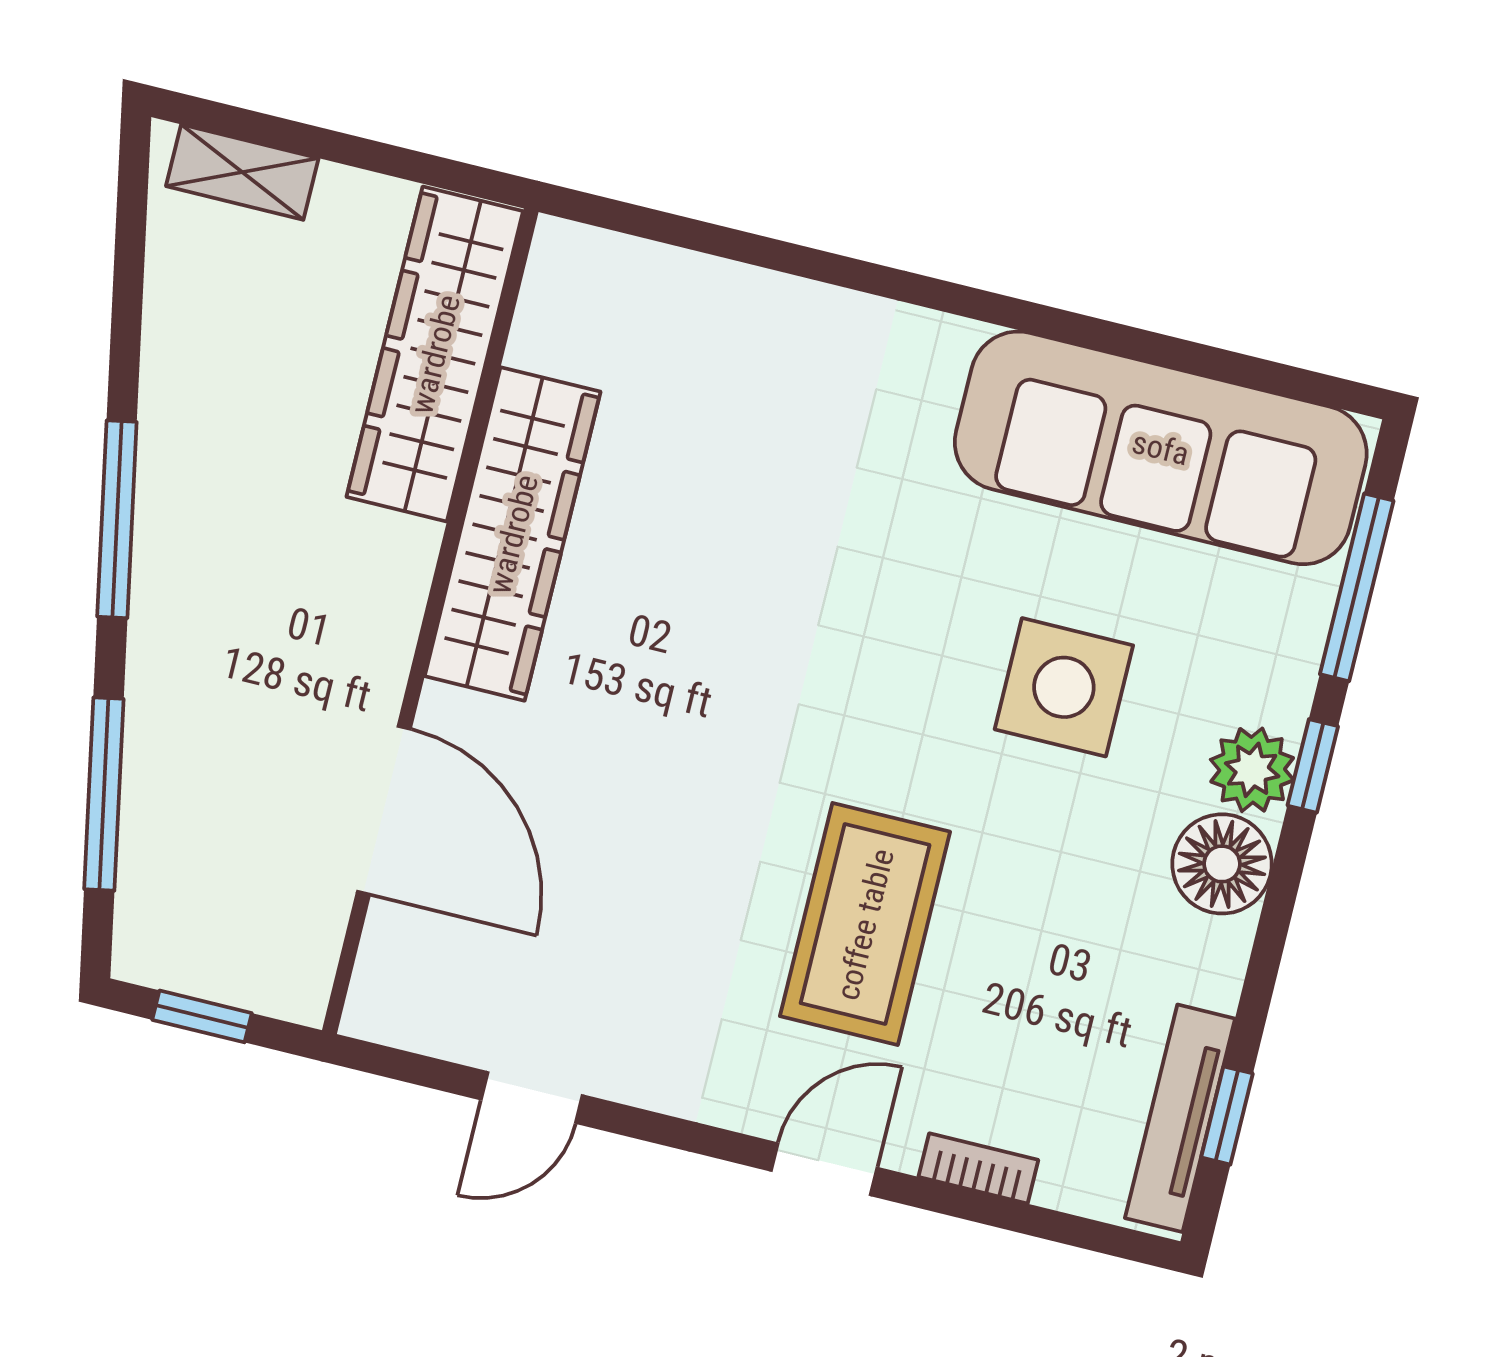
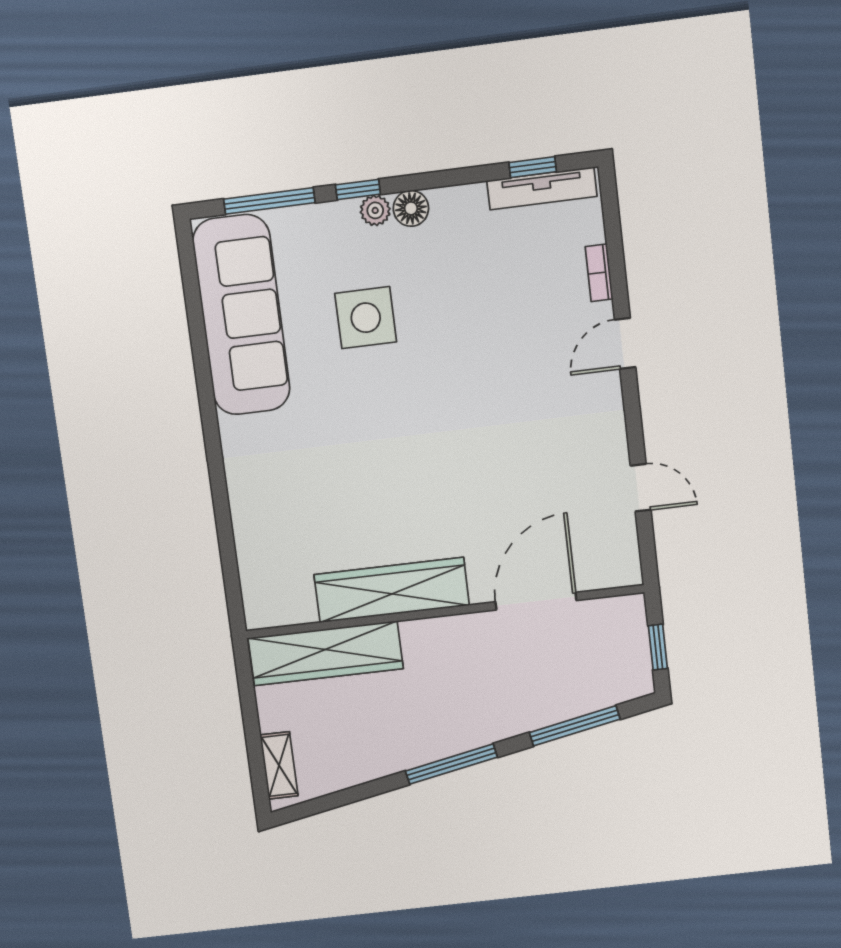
plant: (1252, 770) -> (375, 210), width x0.73, depth x0.73
floor lamp: (1222, 864) -> (411, 208), width x0.73, depth x0.73
coffee table: (865, 924) -> (507, 367), removed
door: (824, 1169) -> (625, 343), hinge flipped

